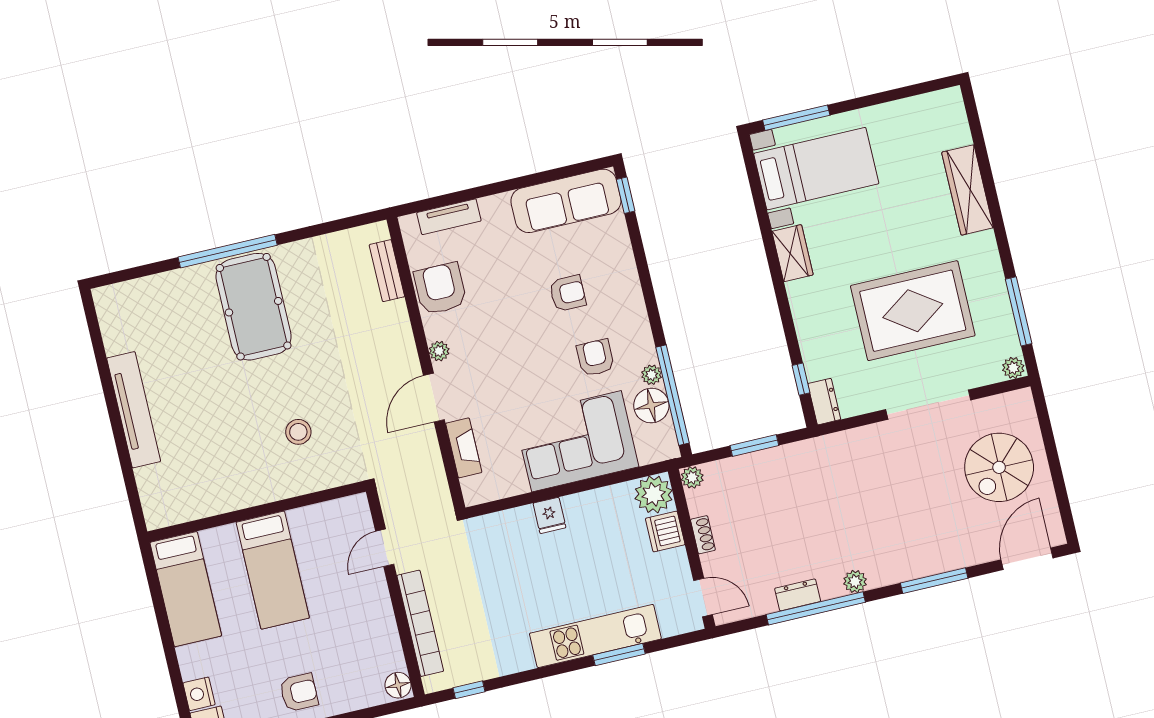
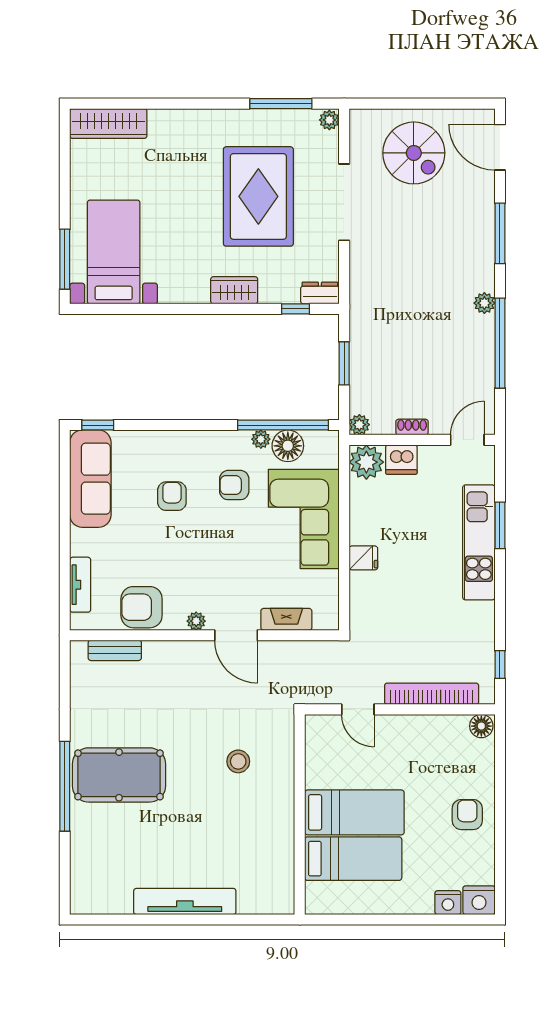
wardrobe: (968, 190) -> (108, 123), moved
wardrobe: (793, 253) -> (234, 290), moved
bed: (186, 589) -> (353, 859), moved
dresser: (798, 595) -> (484, 356), removed

